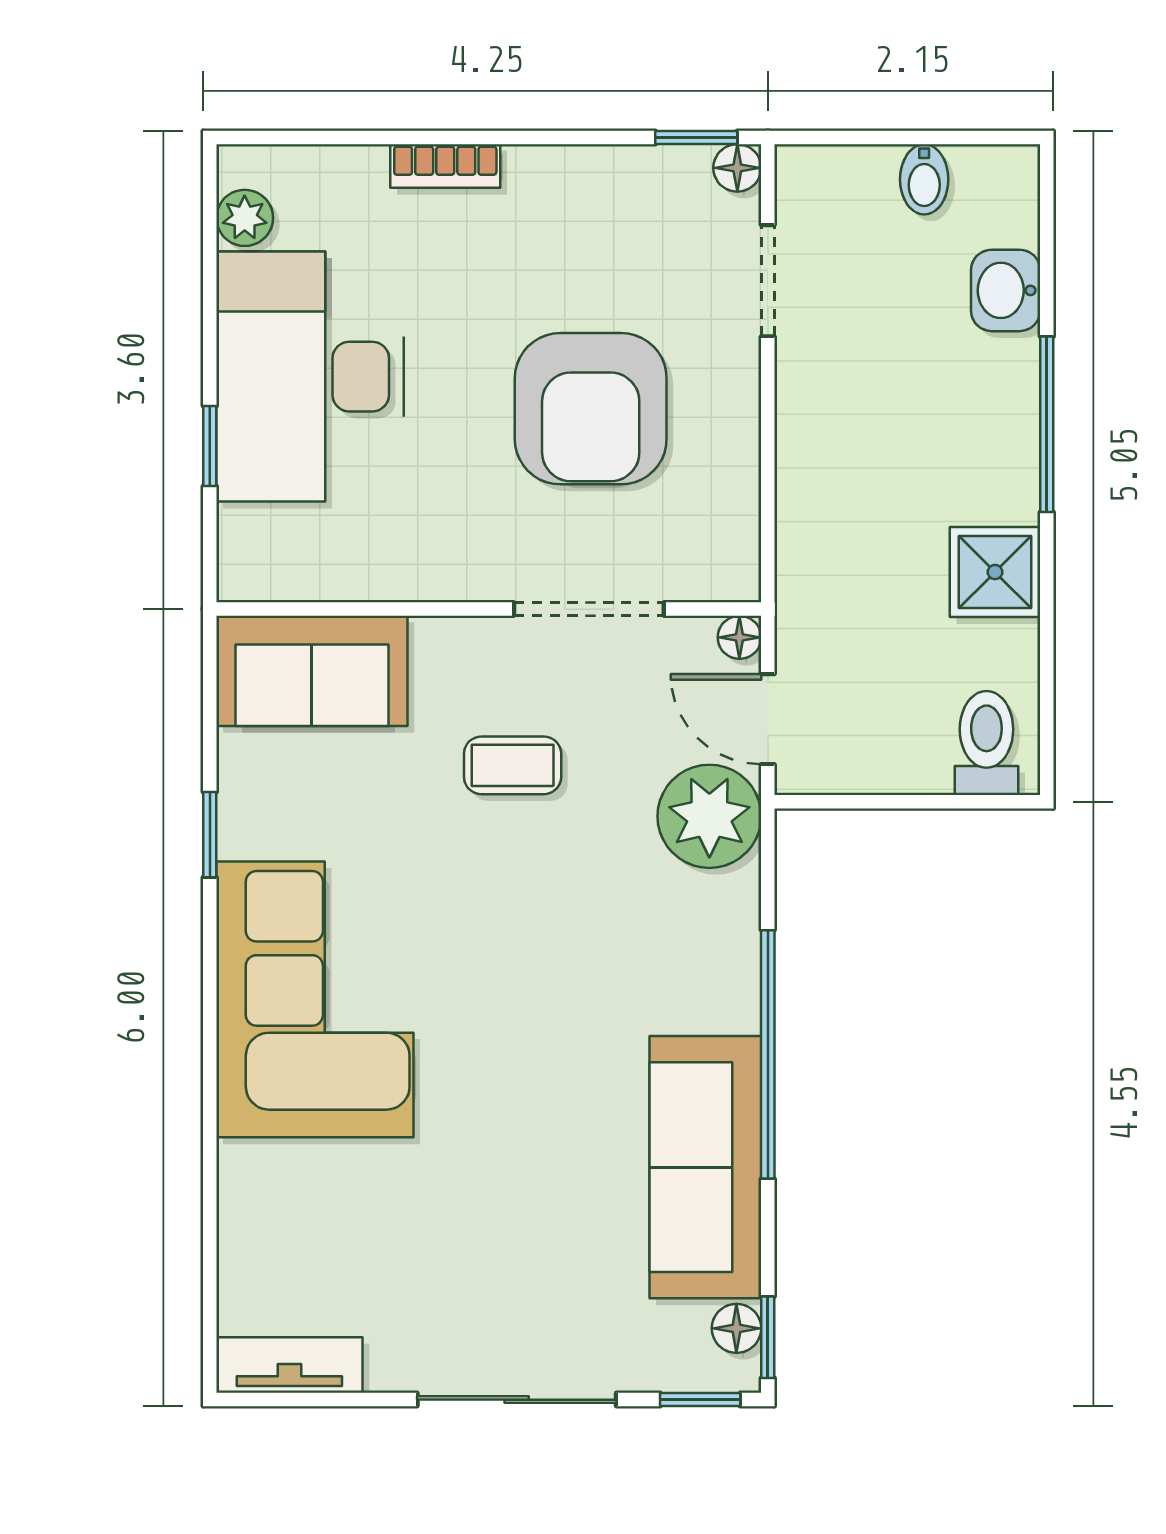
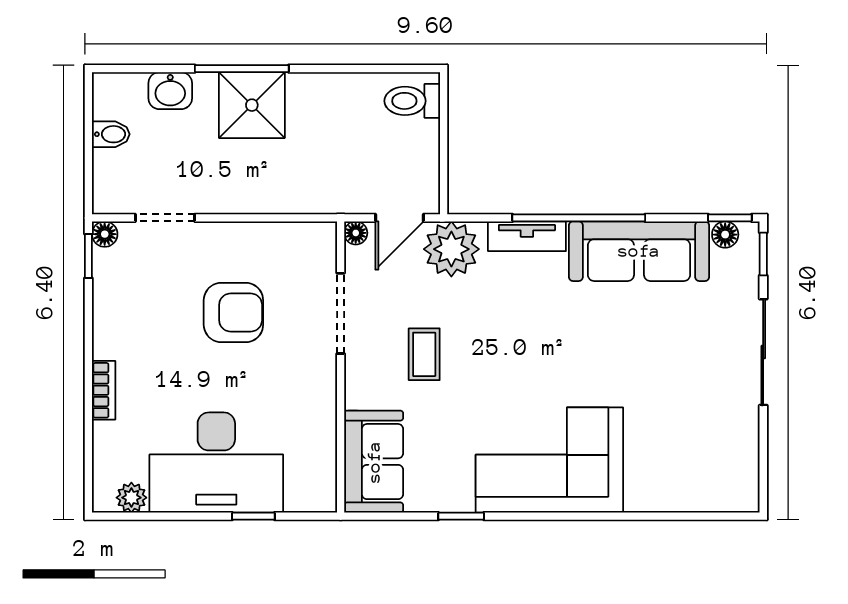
armchair: (591, 409) -> (233, 313), width x0.73, depth x0.73
shower: (995, 572) -> (252, 105), moved, width x1.36, depth x1.36
tv unit: (289, 1365) -> (527, 236), moved, turned -90

